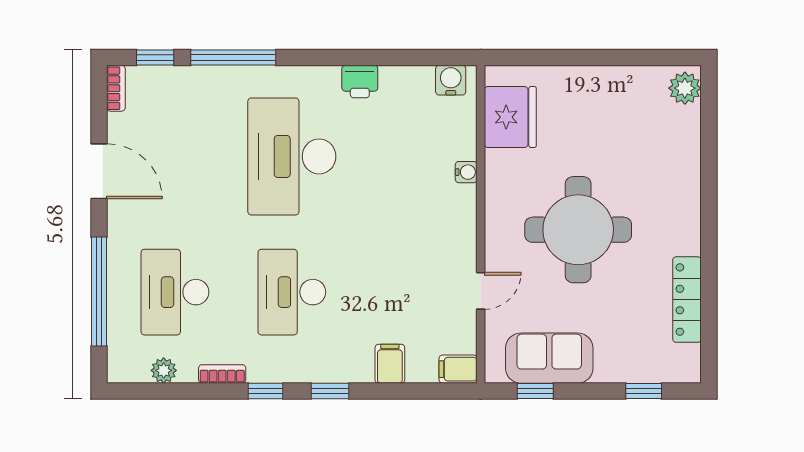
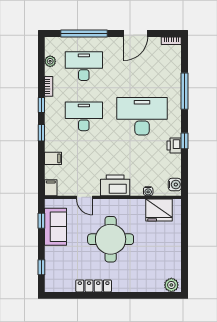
window: (155, 58) -> (185, 141), moved
water cooler: (466, 172) -> (148, 191), moved
printer: (453, 219) -> (115, 185), added
locker: (687, 300) -> (94, 286), moved

